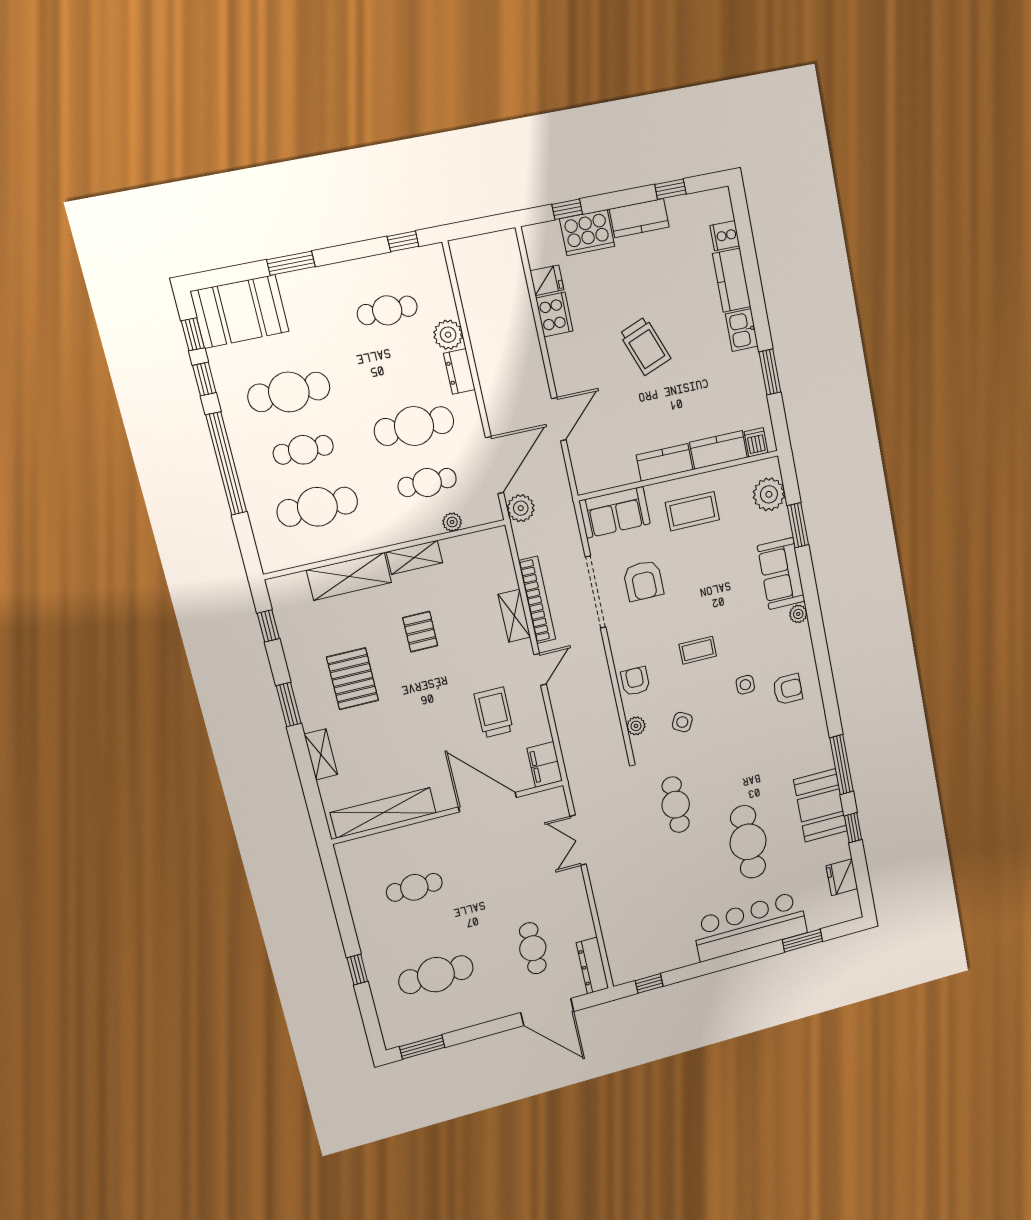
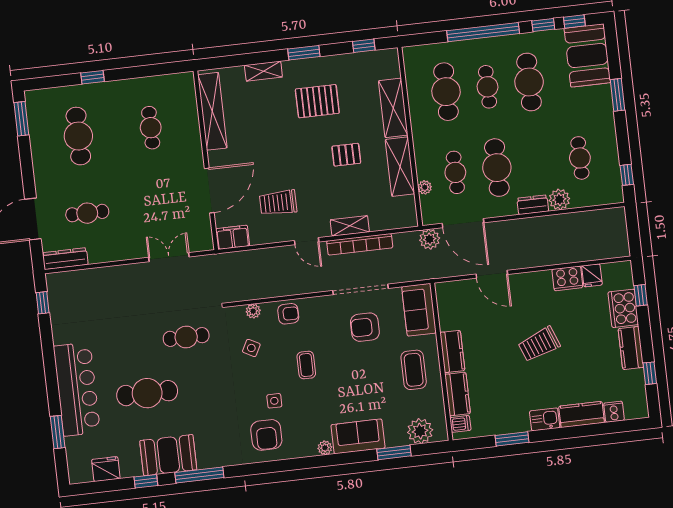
shelving: (414, 557) -> (400, 167), width x1.50, depth x1.33
armchair: (788, 689) -> (266, 435), width x1.38, depth x1.38
trolley: (494, 712) -> (278, 203), turned 180

